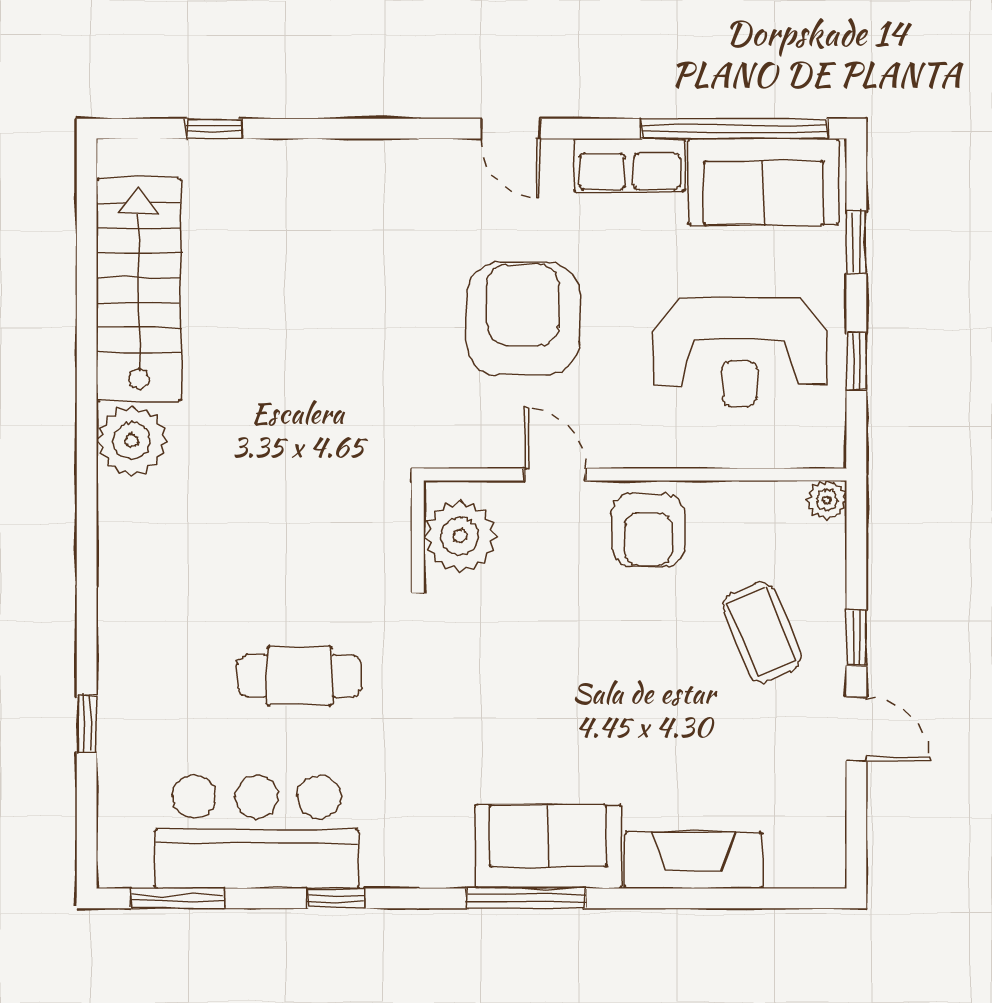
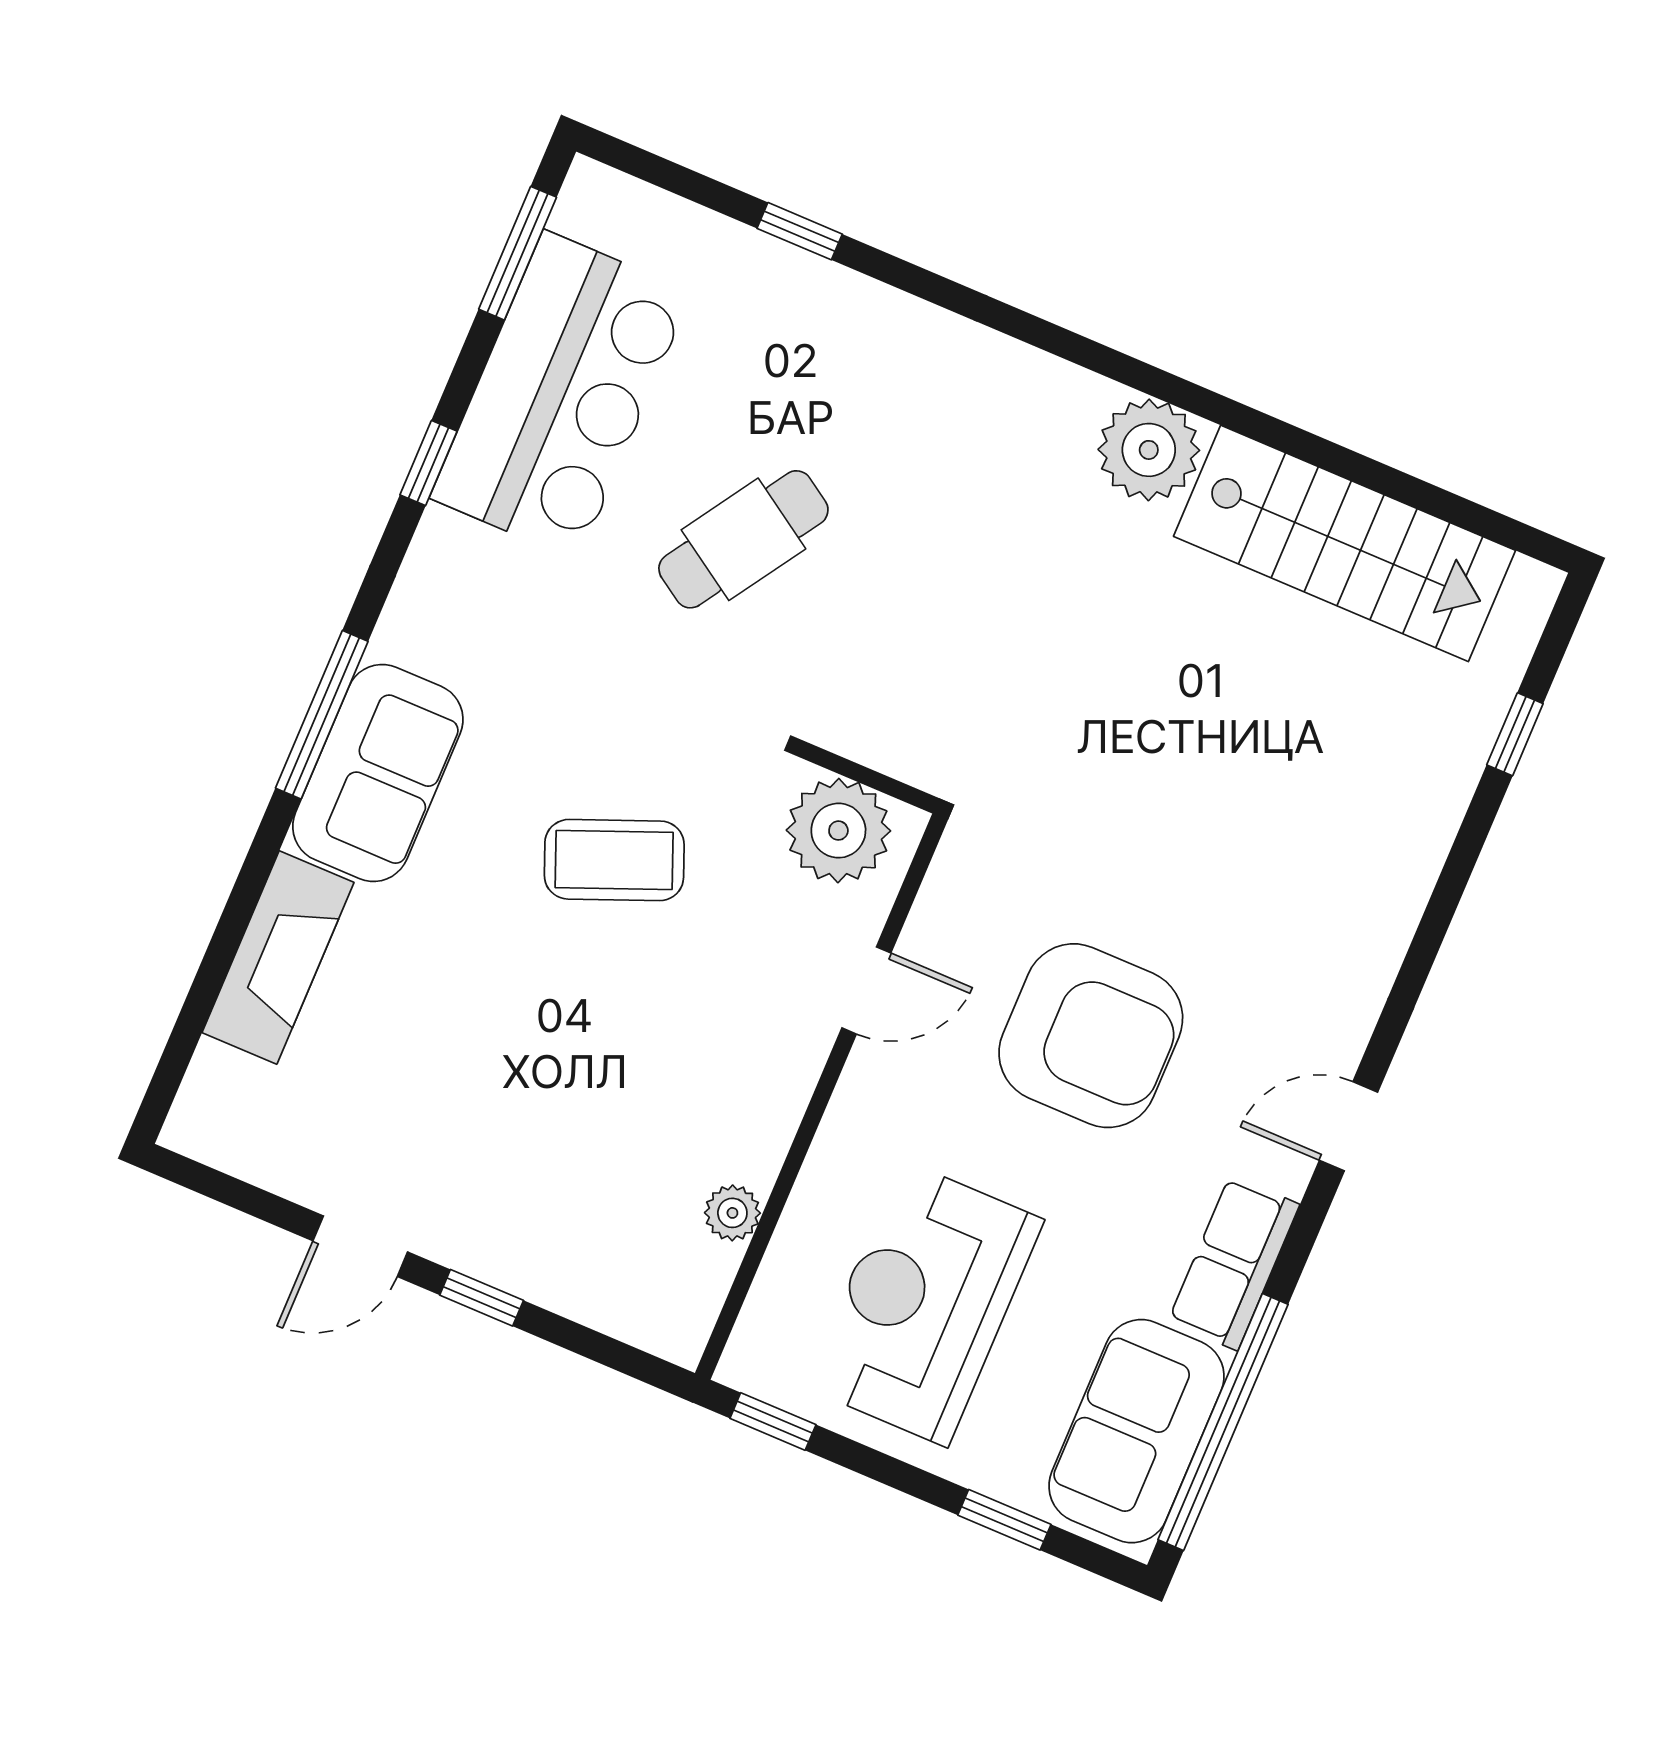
window: (856, 361) -> (773, 1421), moved
plant: (827, 500) -> (732, 1213), moved
armchair: (648, 530) -> (740, 1083), removed
coffee table: (762, 632) -> (614, 860), moved
cafe table: (299, 676) -> (743, 539), turned 33

